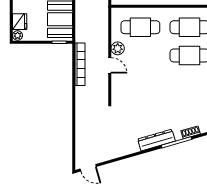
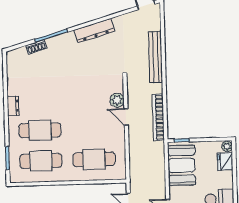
plant: (118, 48) -> (117, 100), moved
bench: (81, 120) -> (155, 57), added
dresser: (156, 140) -> (94, 31), moved

